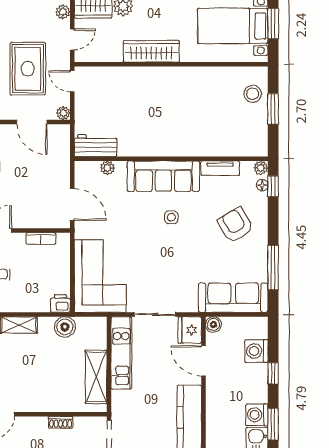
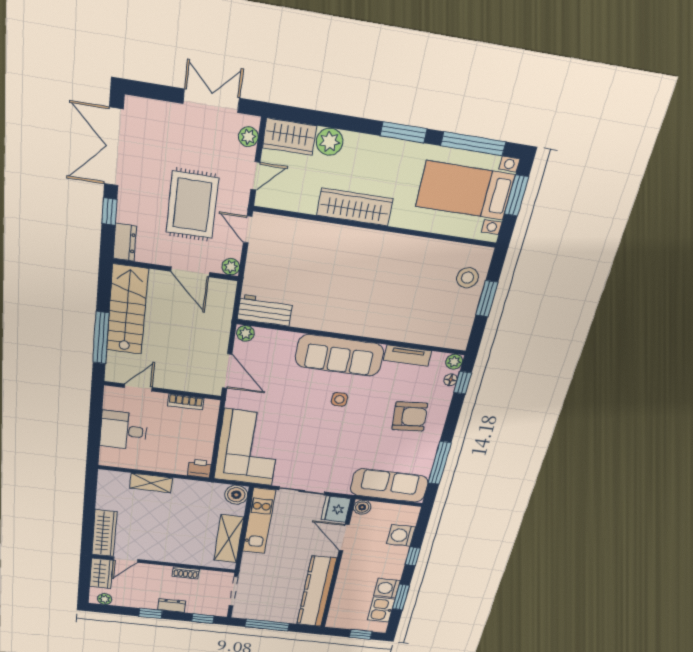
plant: (107, 168) -> (245, 333), moved
armchair: (235, 225) -> (410, 417), turned 115
boiler: (65, 327) -> (236, 495), moved

